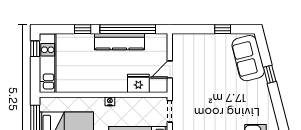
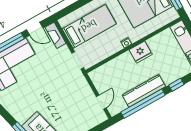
door: (170, 70) -> (101, 102), moved
fridge: (138, 83) -> (141, 52), moved

